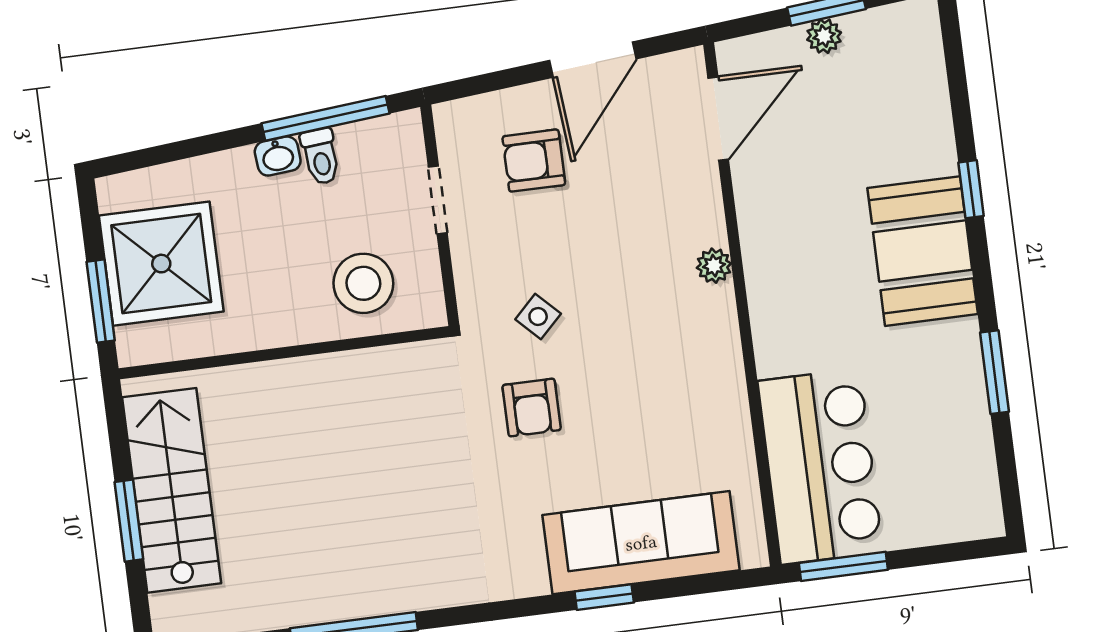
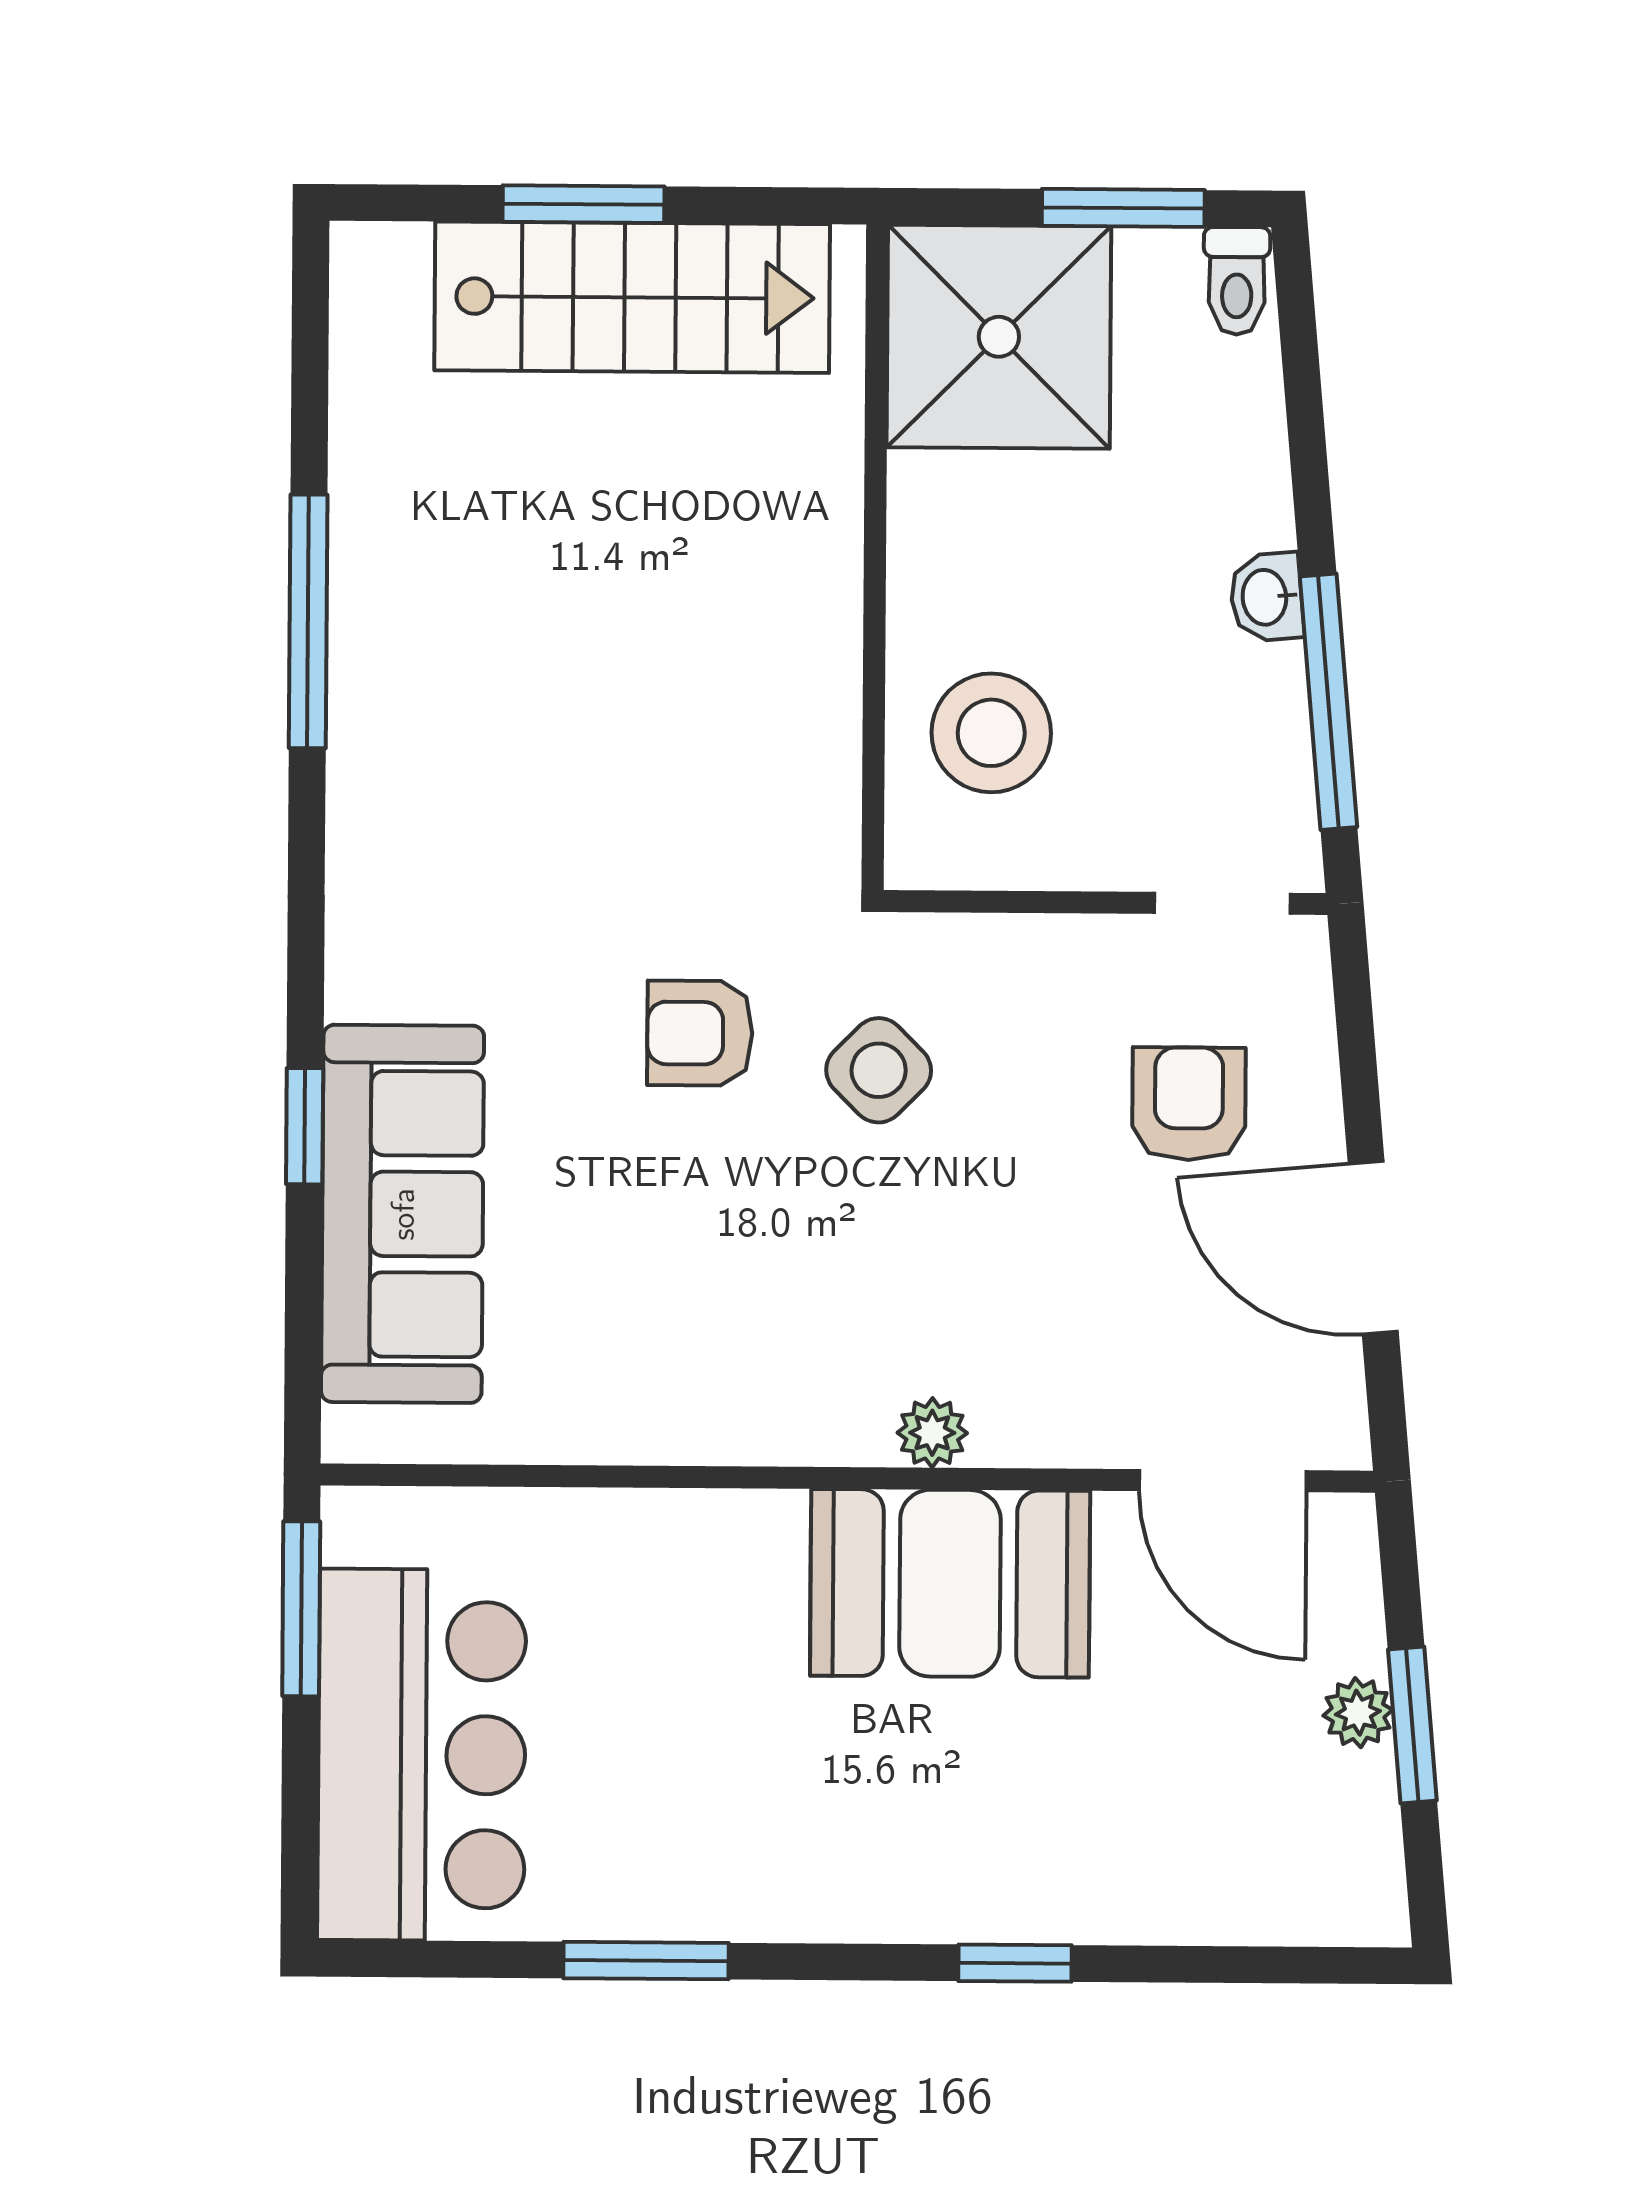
toilet: (321, 156) -> (1237, 281), moved, turned -85
doorway: (438, 200) -> (1222, 903), moved
booth: (923, 251) -> (950, 1583), moved
shower: (161, 264) -> (999, 337), moved
window: (101, 301) -> (1123, 208), moved
side table: (538, 316) -> (879, 1070), width x1.37, depth x1.37
bar counter: (820, 466) -> (422, 1755), moved, turned -90

